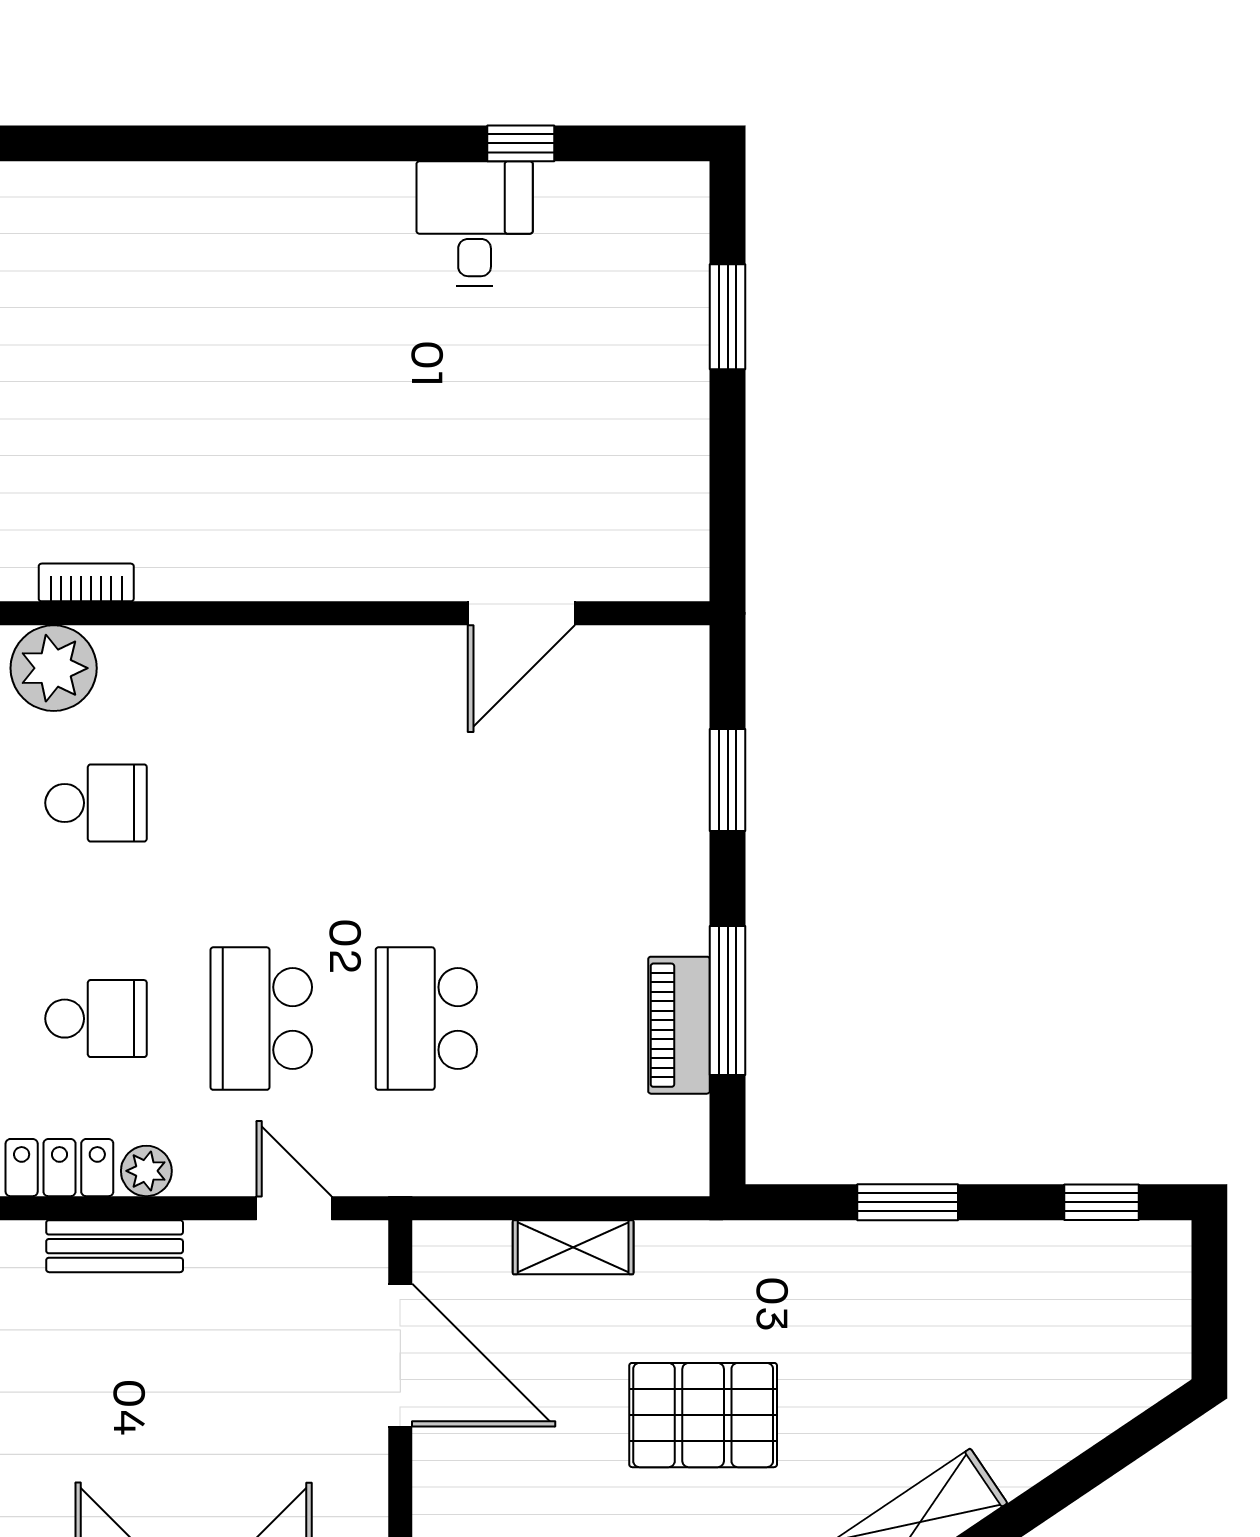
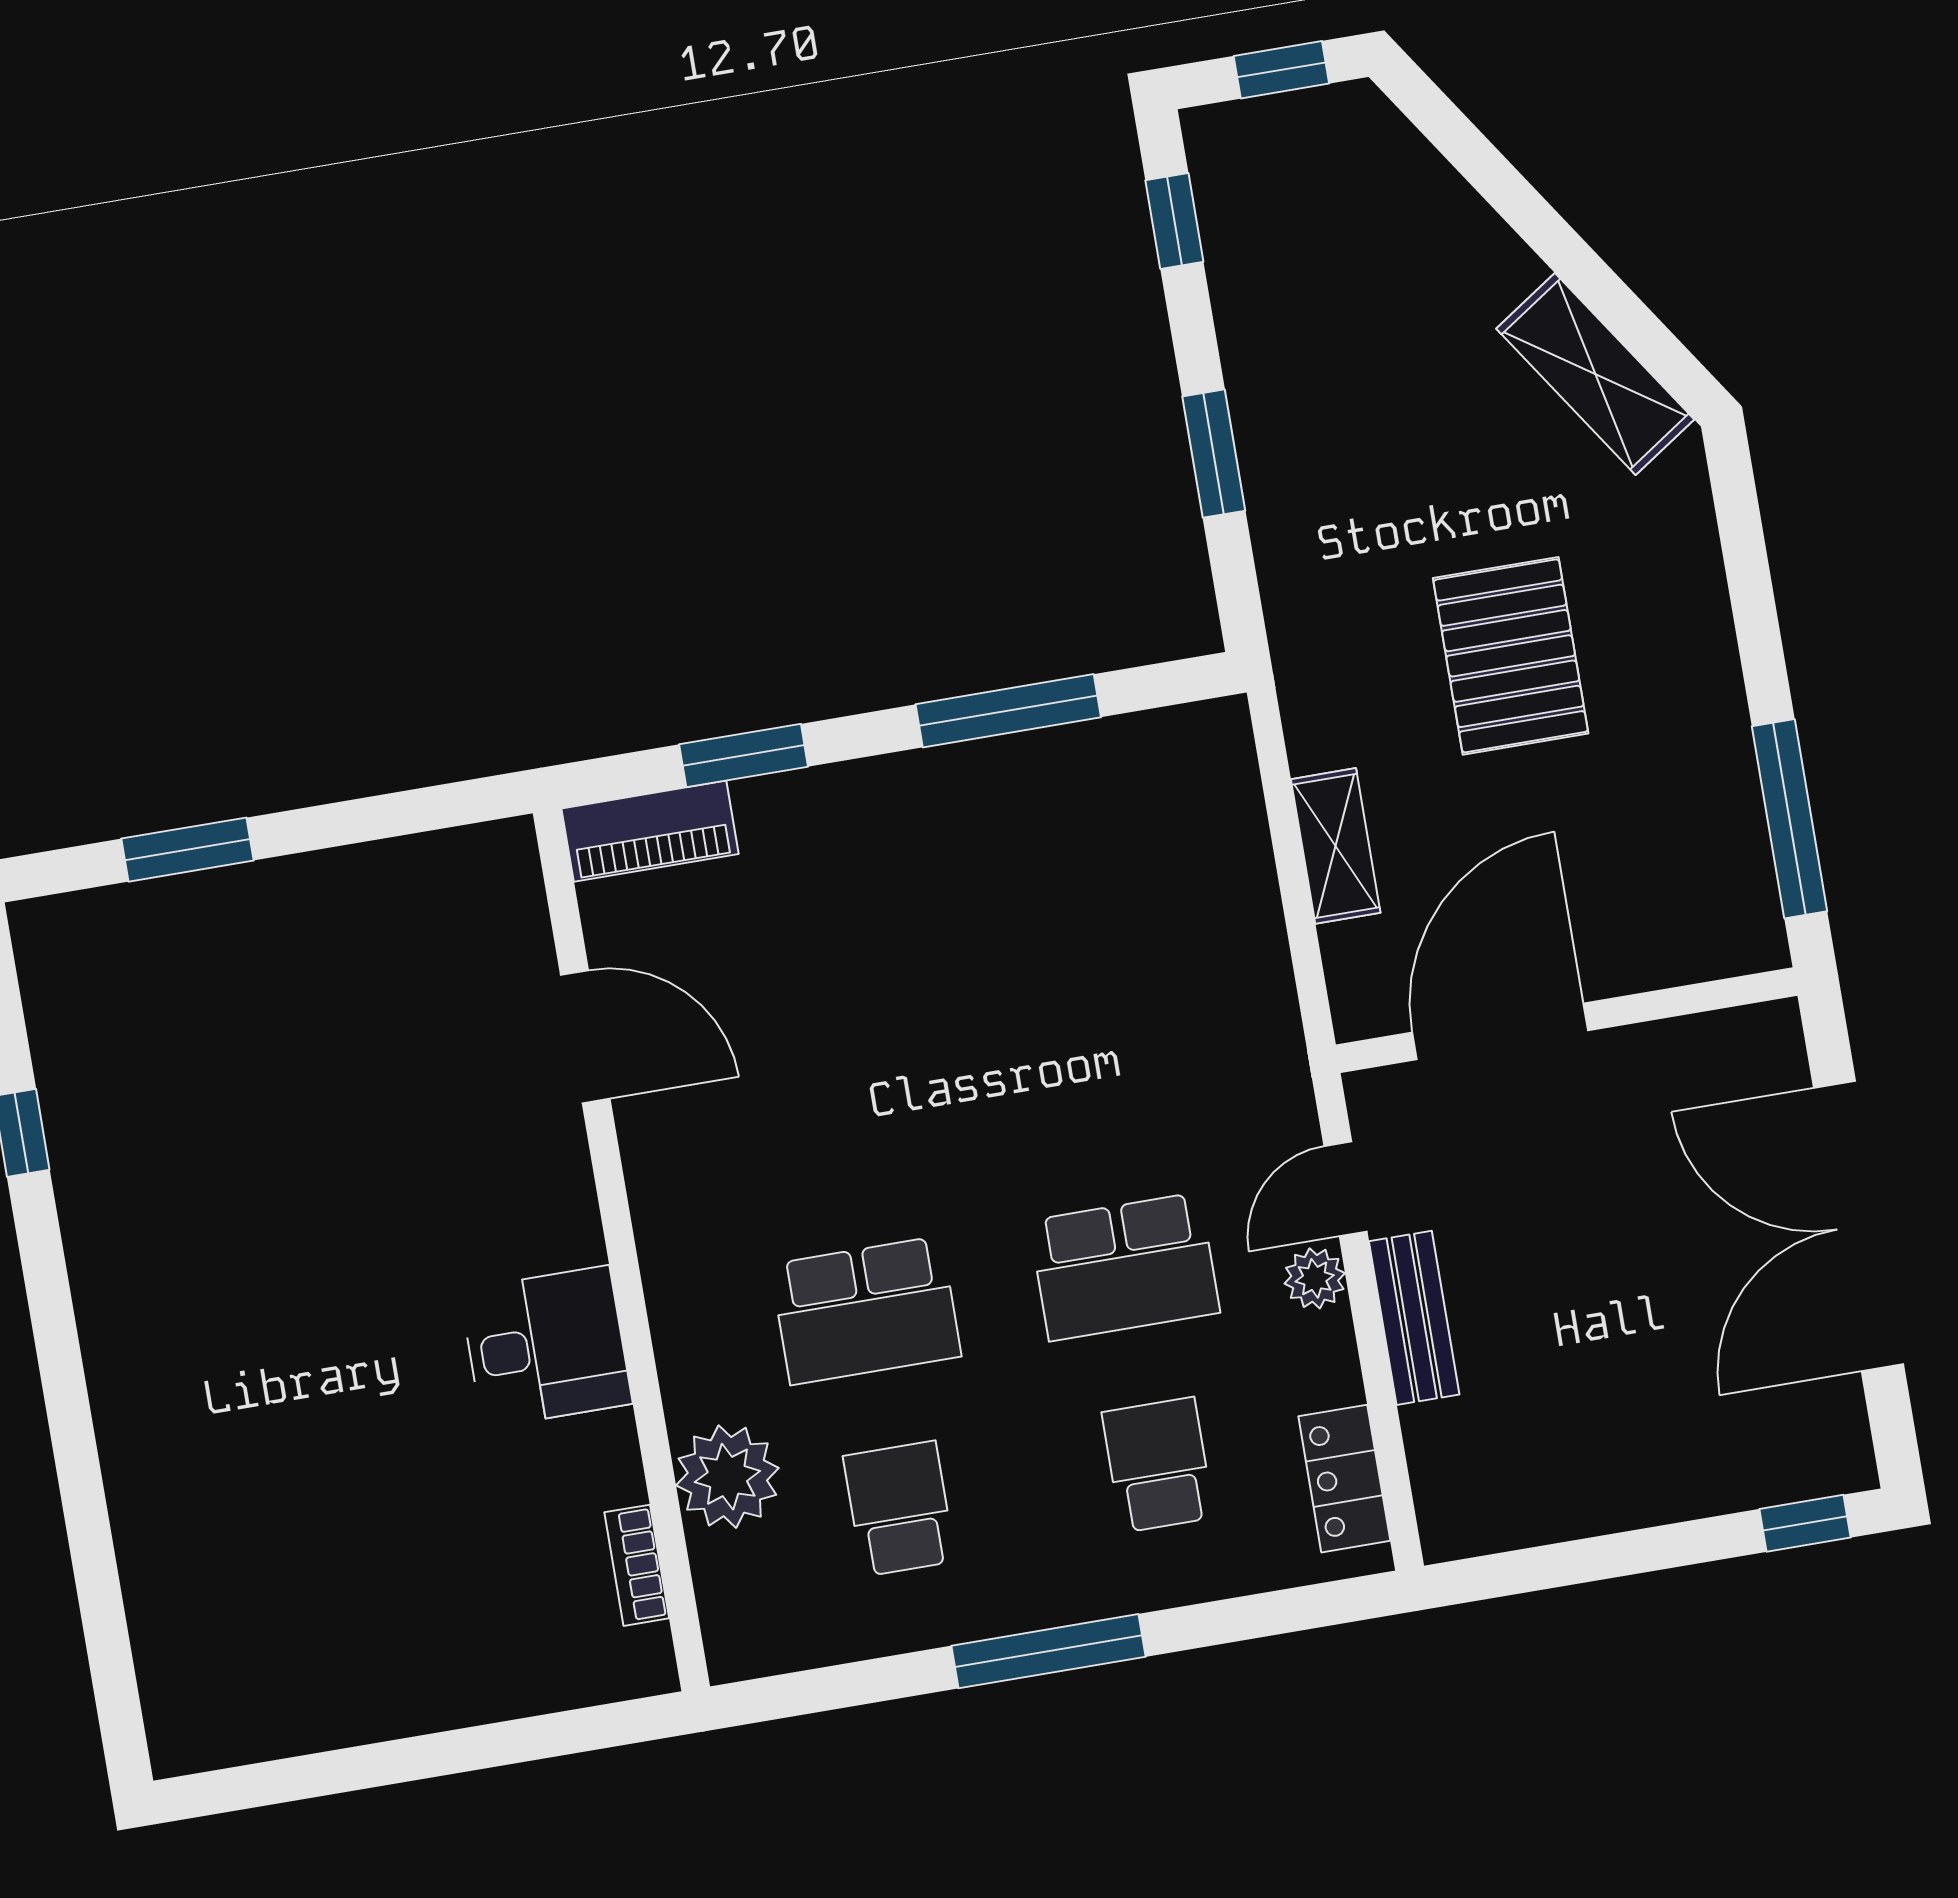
desk: (475, 224) -> (546, 1347), moved, turned 180
plant: (54, 668) -> (727, 1477), moved
school desk: (426, 1019) -> (866, 1310), moved
piano: (679, 1025) -> (650, 831), moved
plant: (146, 1171) -> (1315, 1278), moved
bench: (115, 1246) -> (1414, 1318), moved
window: (1209, 1310) -> (1281, 70), added

